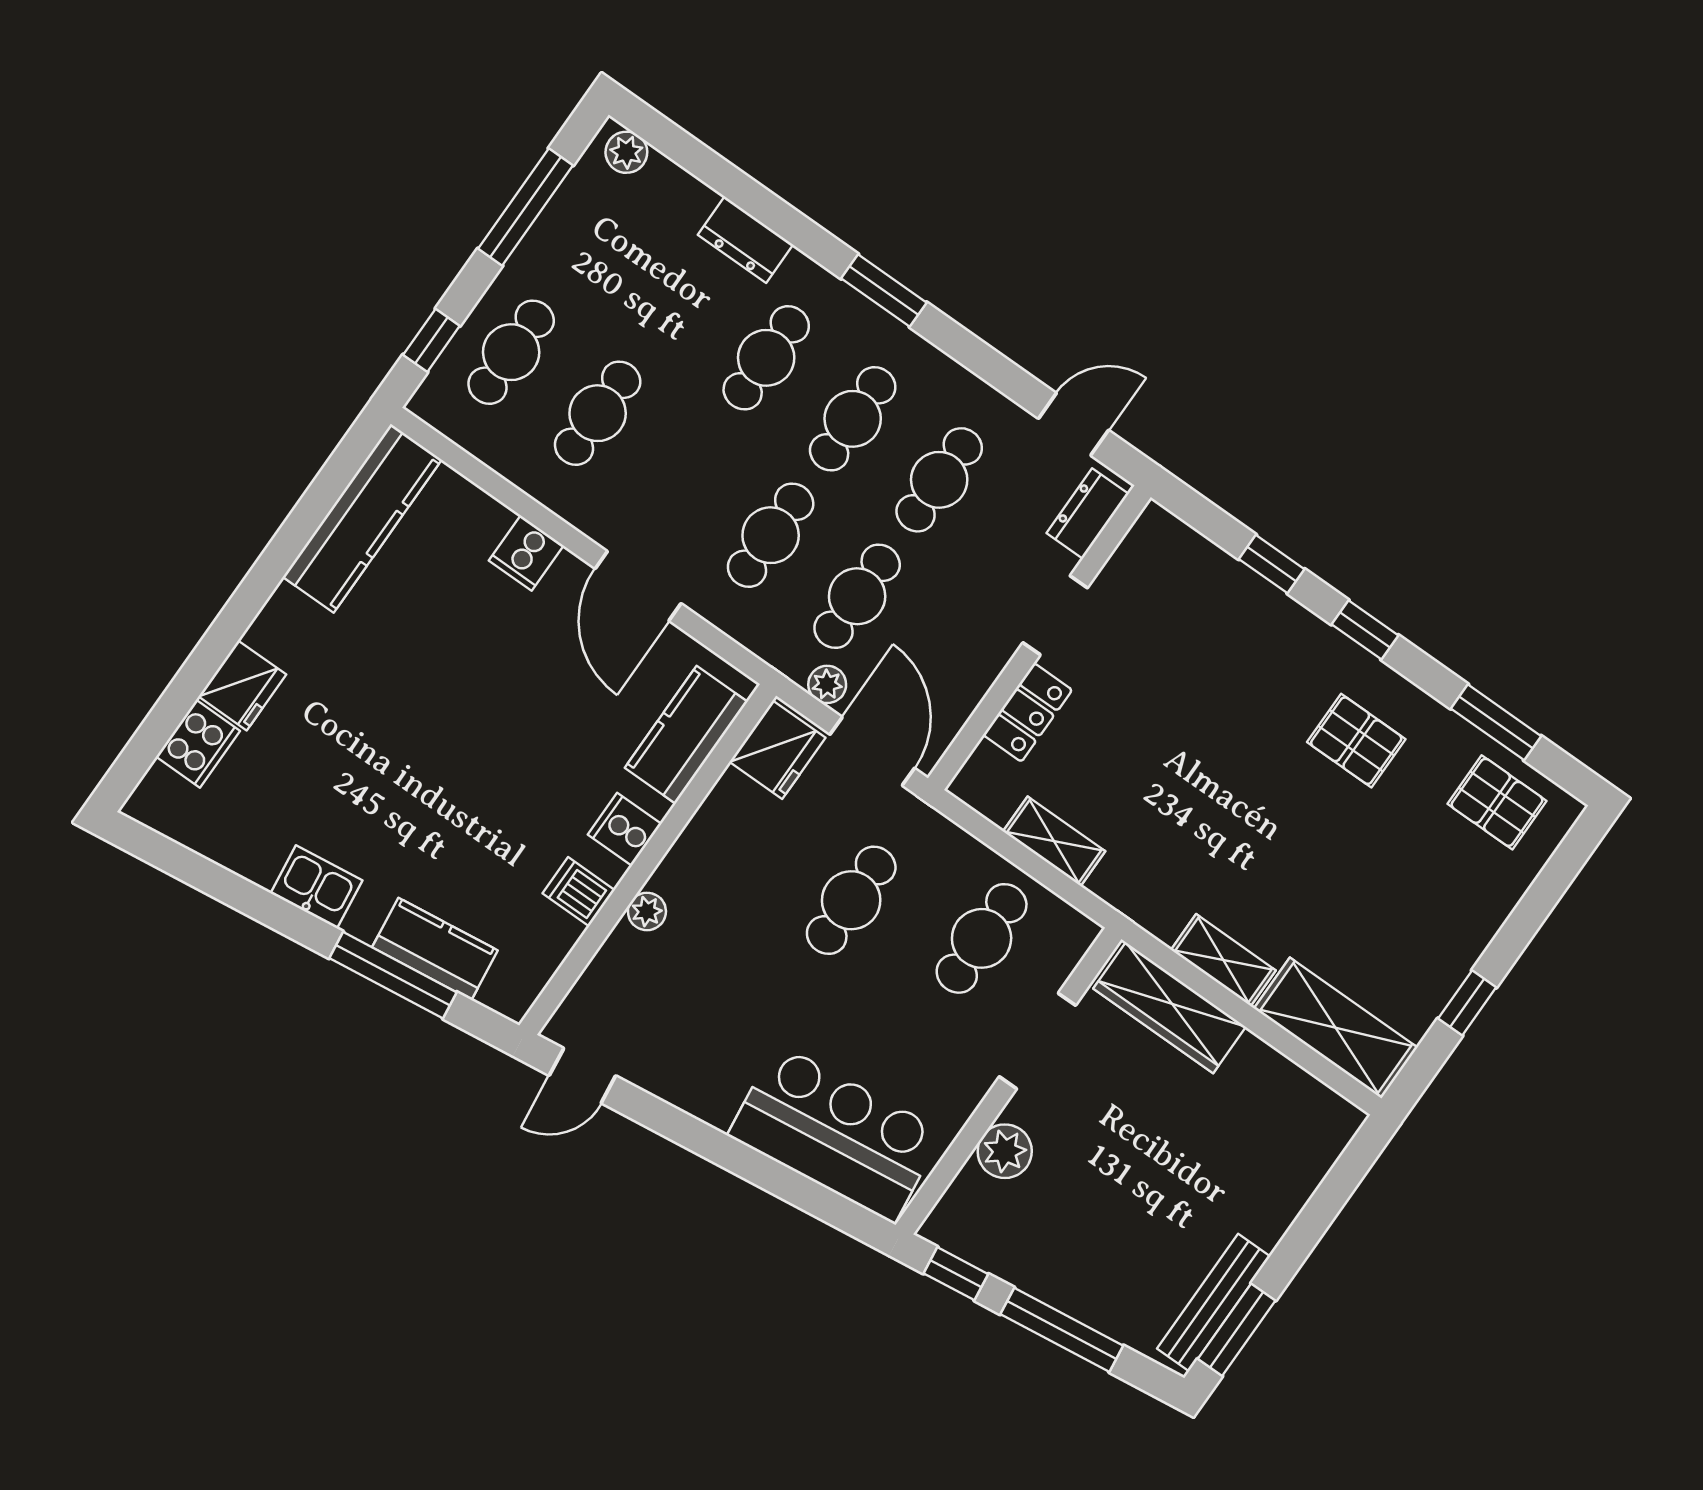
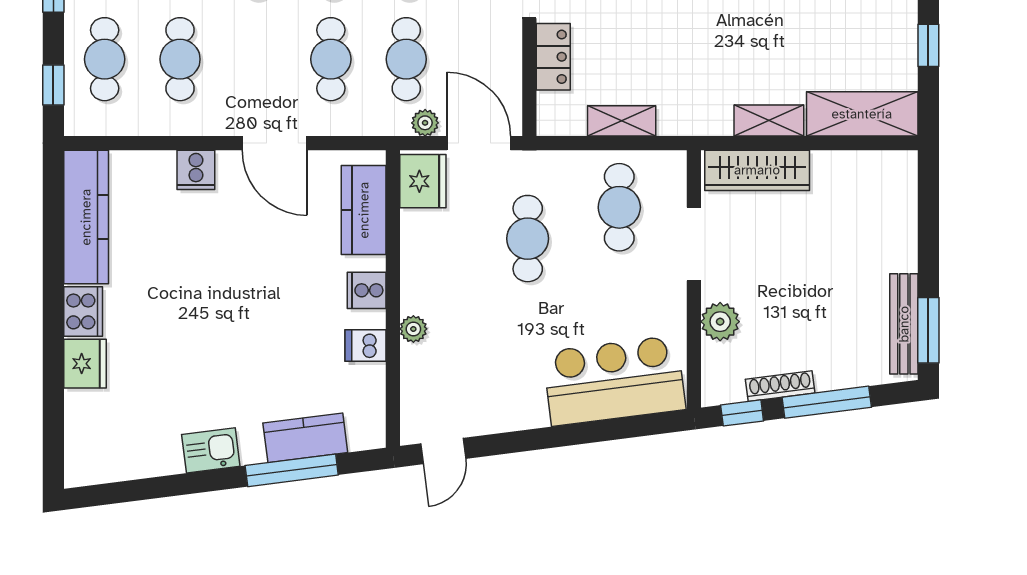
cooker: (198, 744) -> (83, 311), moved
shoe rack: (1021, 1274) -> (780, 386), added

